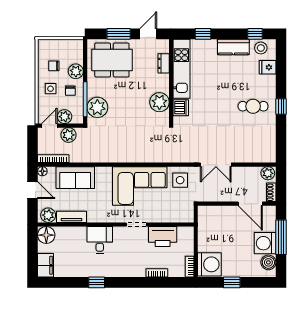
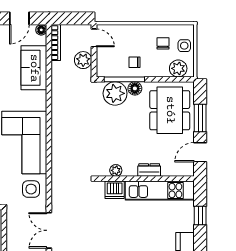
door: (148, 34) -> (200, 152), swing flipped
dresser: (164, 63) -> (149, 170), moved
plant: (76, 71) -> (178, 68), moved
side table: (51, 89) -> (184, 46), moved
floor lamp: (93, 90) -> (135, 88), added
plant: (159, 102) -> (116, 170), width x0.53, depth x0.53
plant: (65, 117) -> (104, 56), removed

